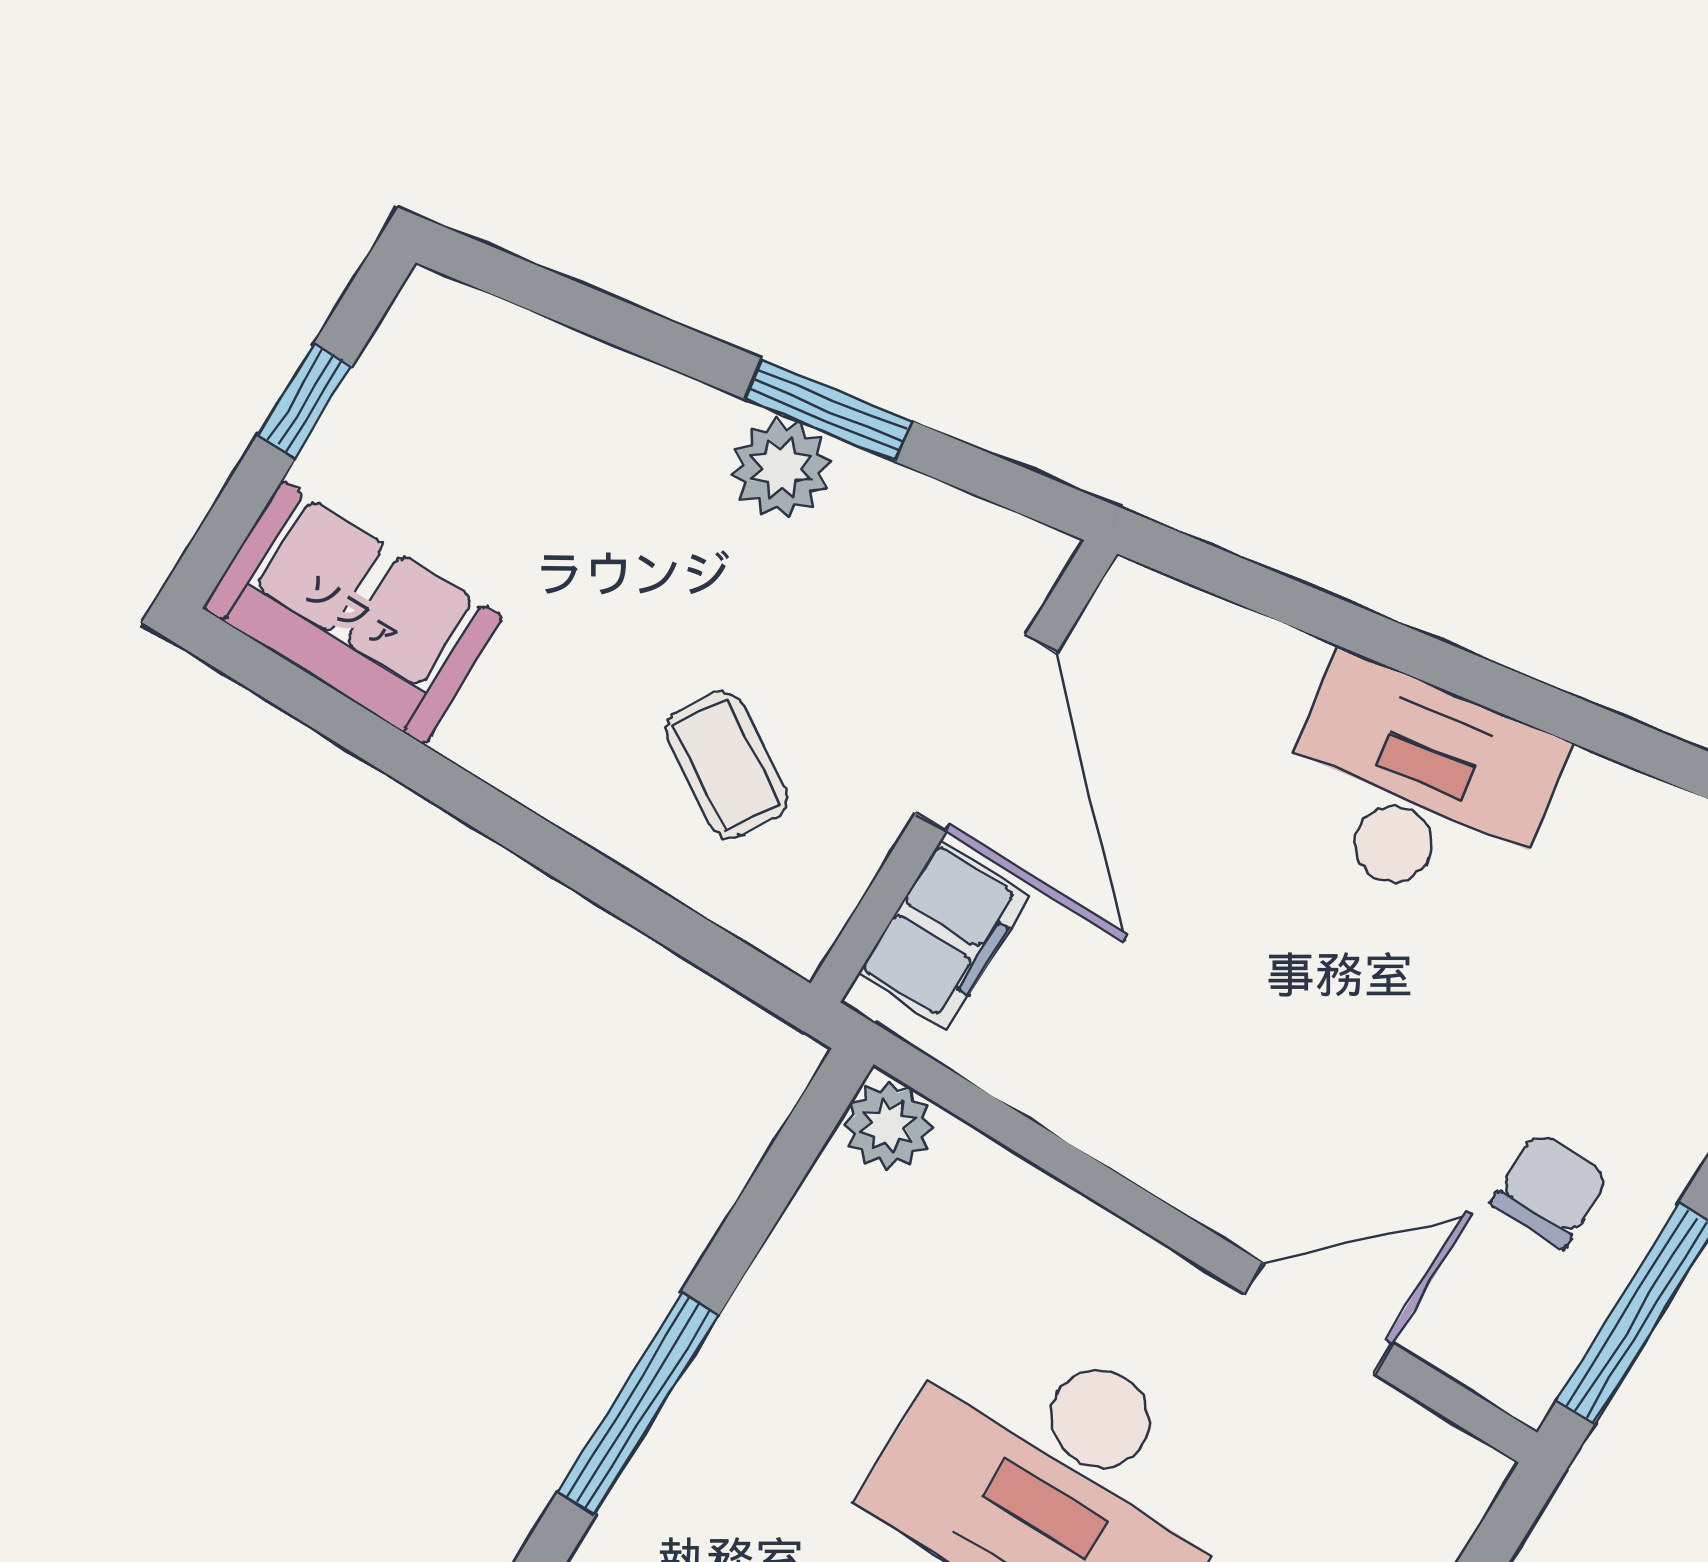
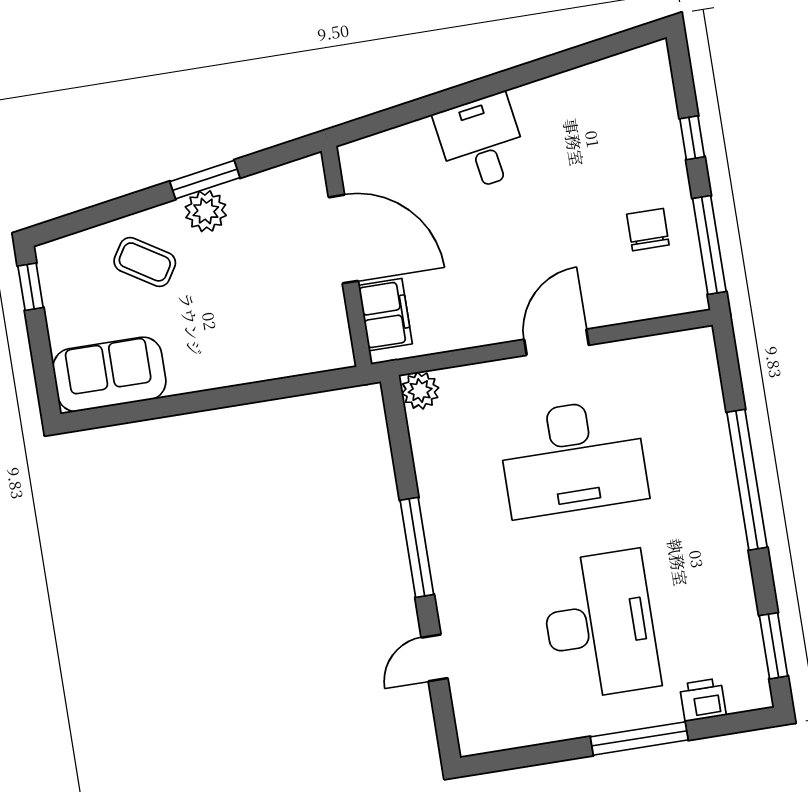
window: (305, 400) -> (31, 287), moved
coffee table: (726, 765) -> (145, 262), moved
desk: (1417, 787) -> (481, 142), width x0.73
door: (1319, 1318) -> (556, 342), moved

